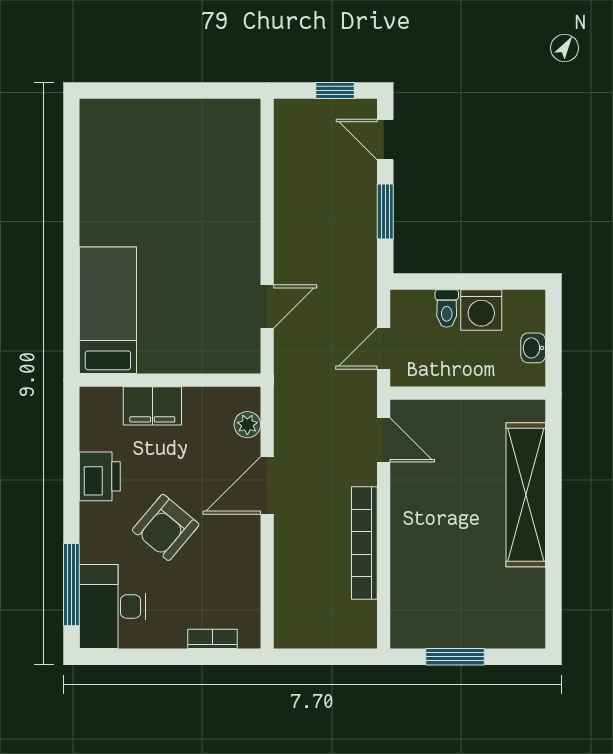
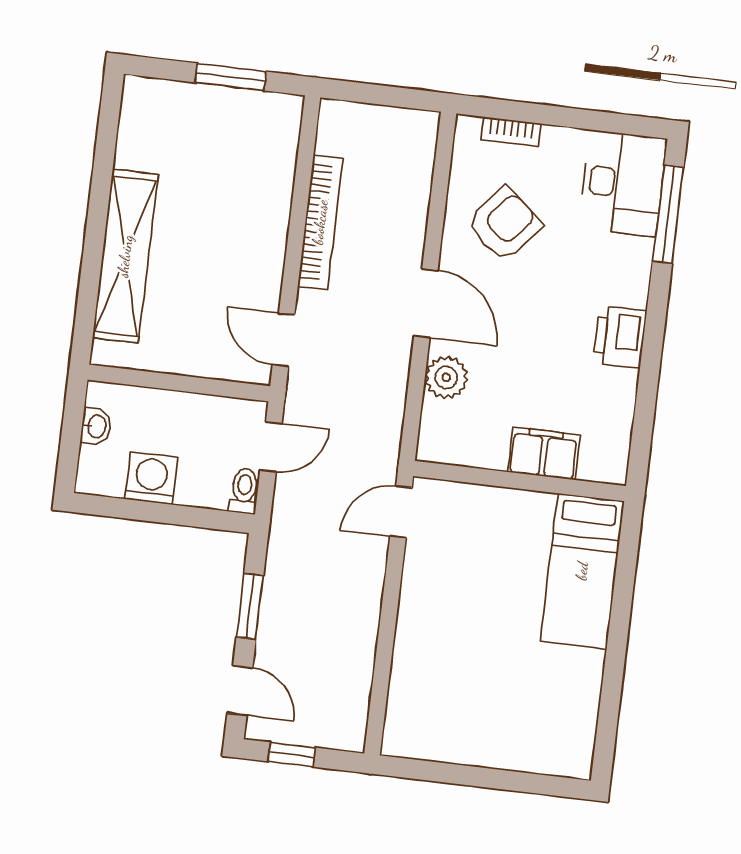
toilet: (447, 308) -> (244, 491), moved
bed: (108, 310) -> (582, 571), moved
wall: (170, 380) -> (520, 481), moved
filing cabinet: (152, 406) -> (544, 453), moved
plant: (247, 425) -> (446, 377), width x1.38, depth x1.38
door: (267, 485) -> (426, 303), hinge flipped
armchair: (166, 527) -> (504, 224), moved

